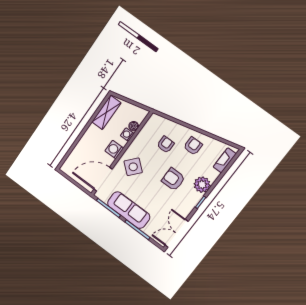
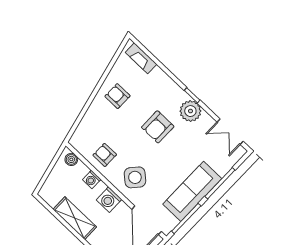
shelving: (106, 112) -> (75, 218), moved
boiler: (134, 126) -> (71, 159), moved
armchair: (166, 144) -> (105, 155), moved
plant: (202, 185) -> (190, 111), moved
double door: (177, 233) -> (230, 132), width x0.73

